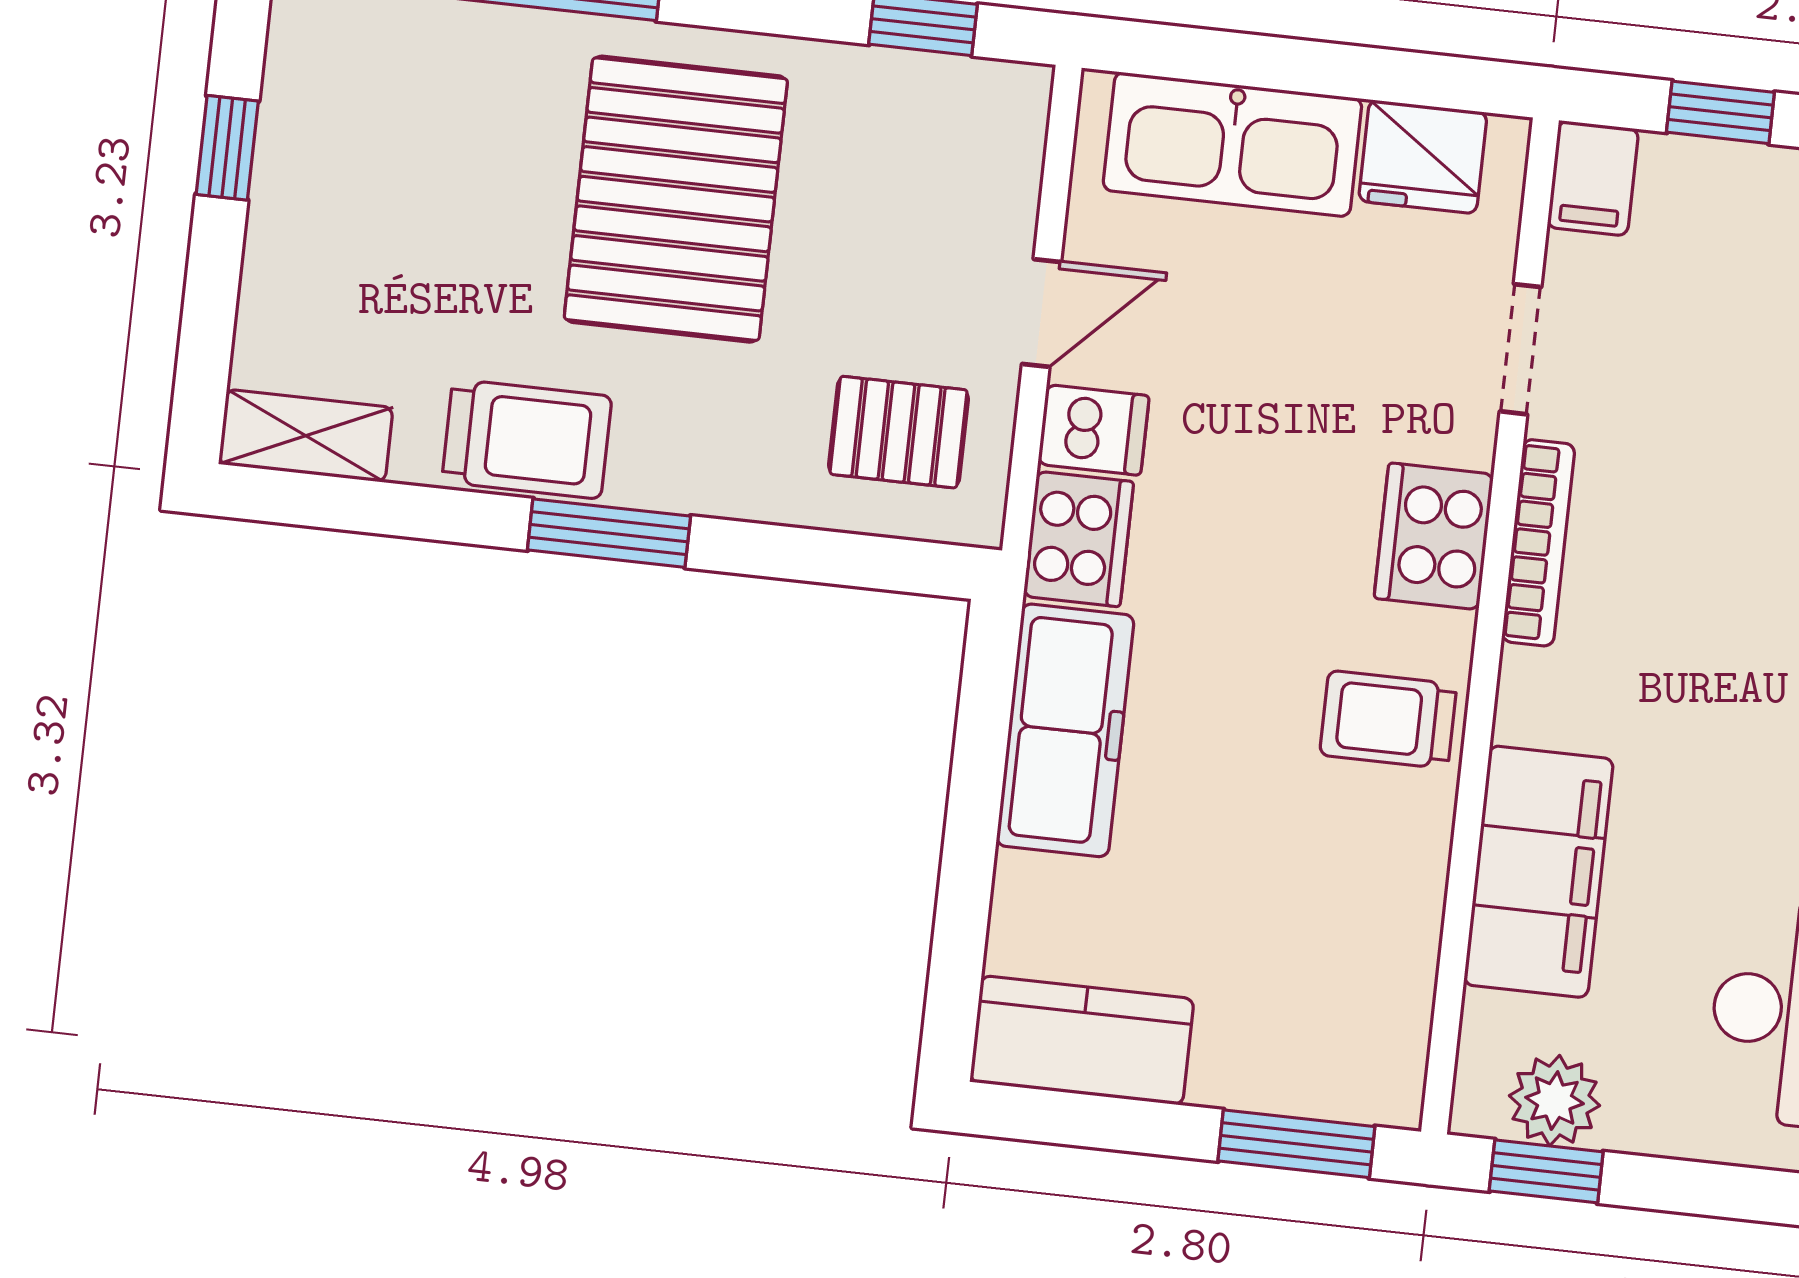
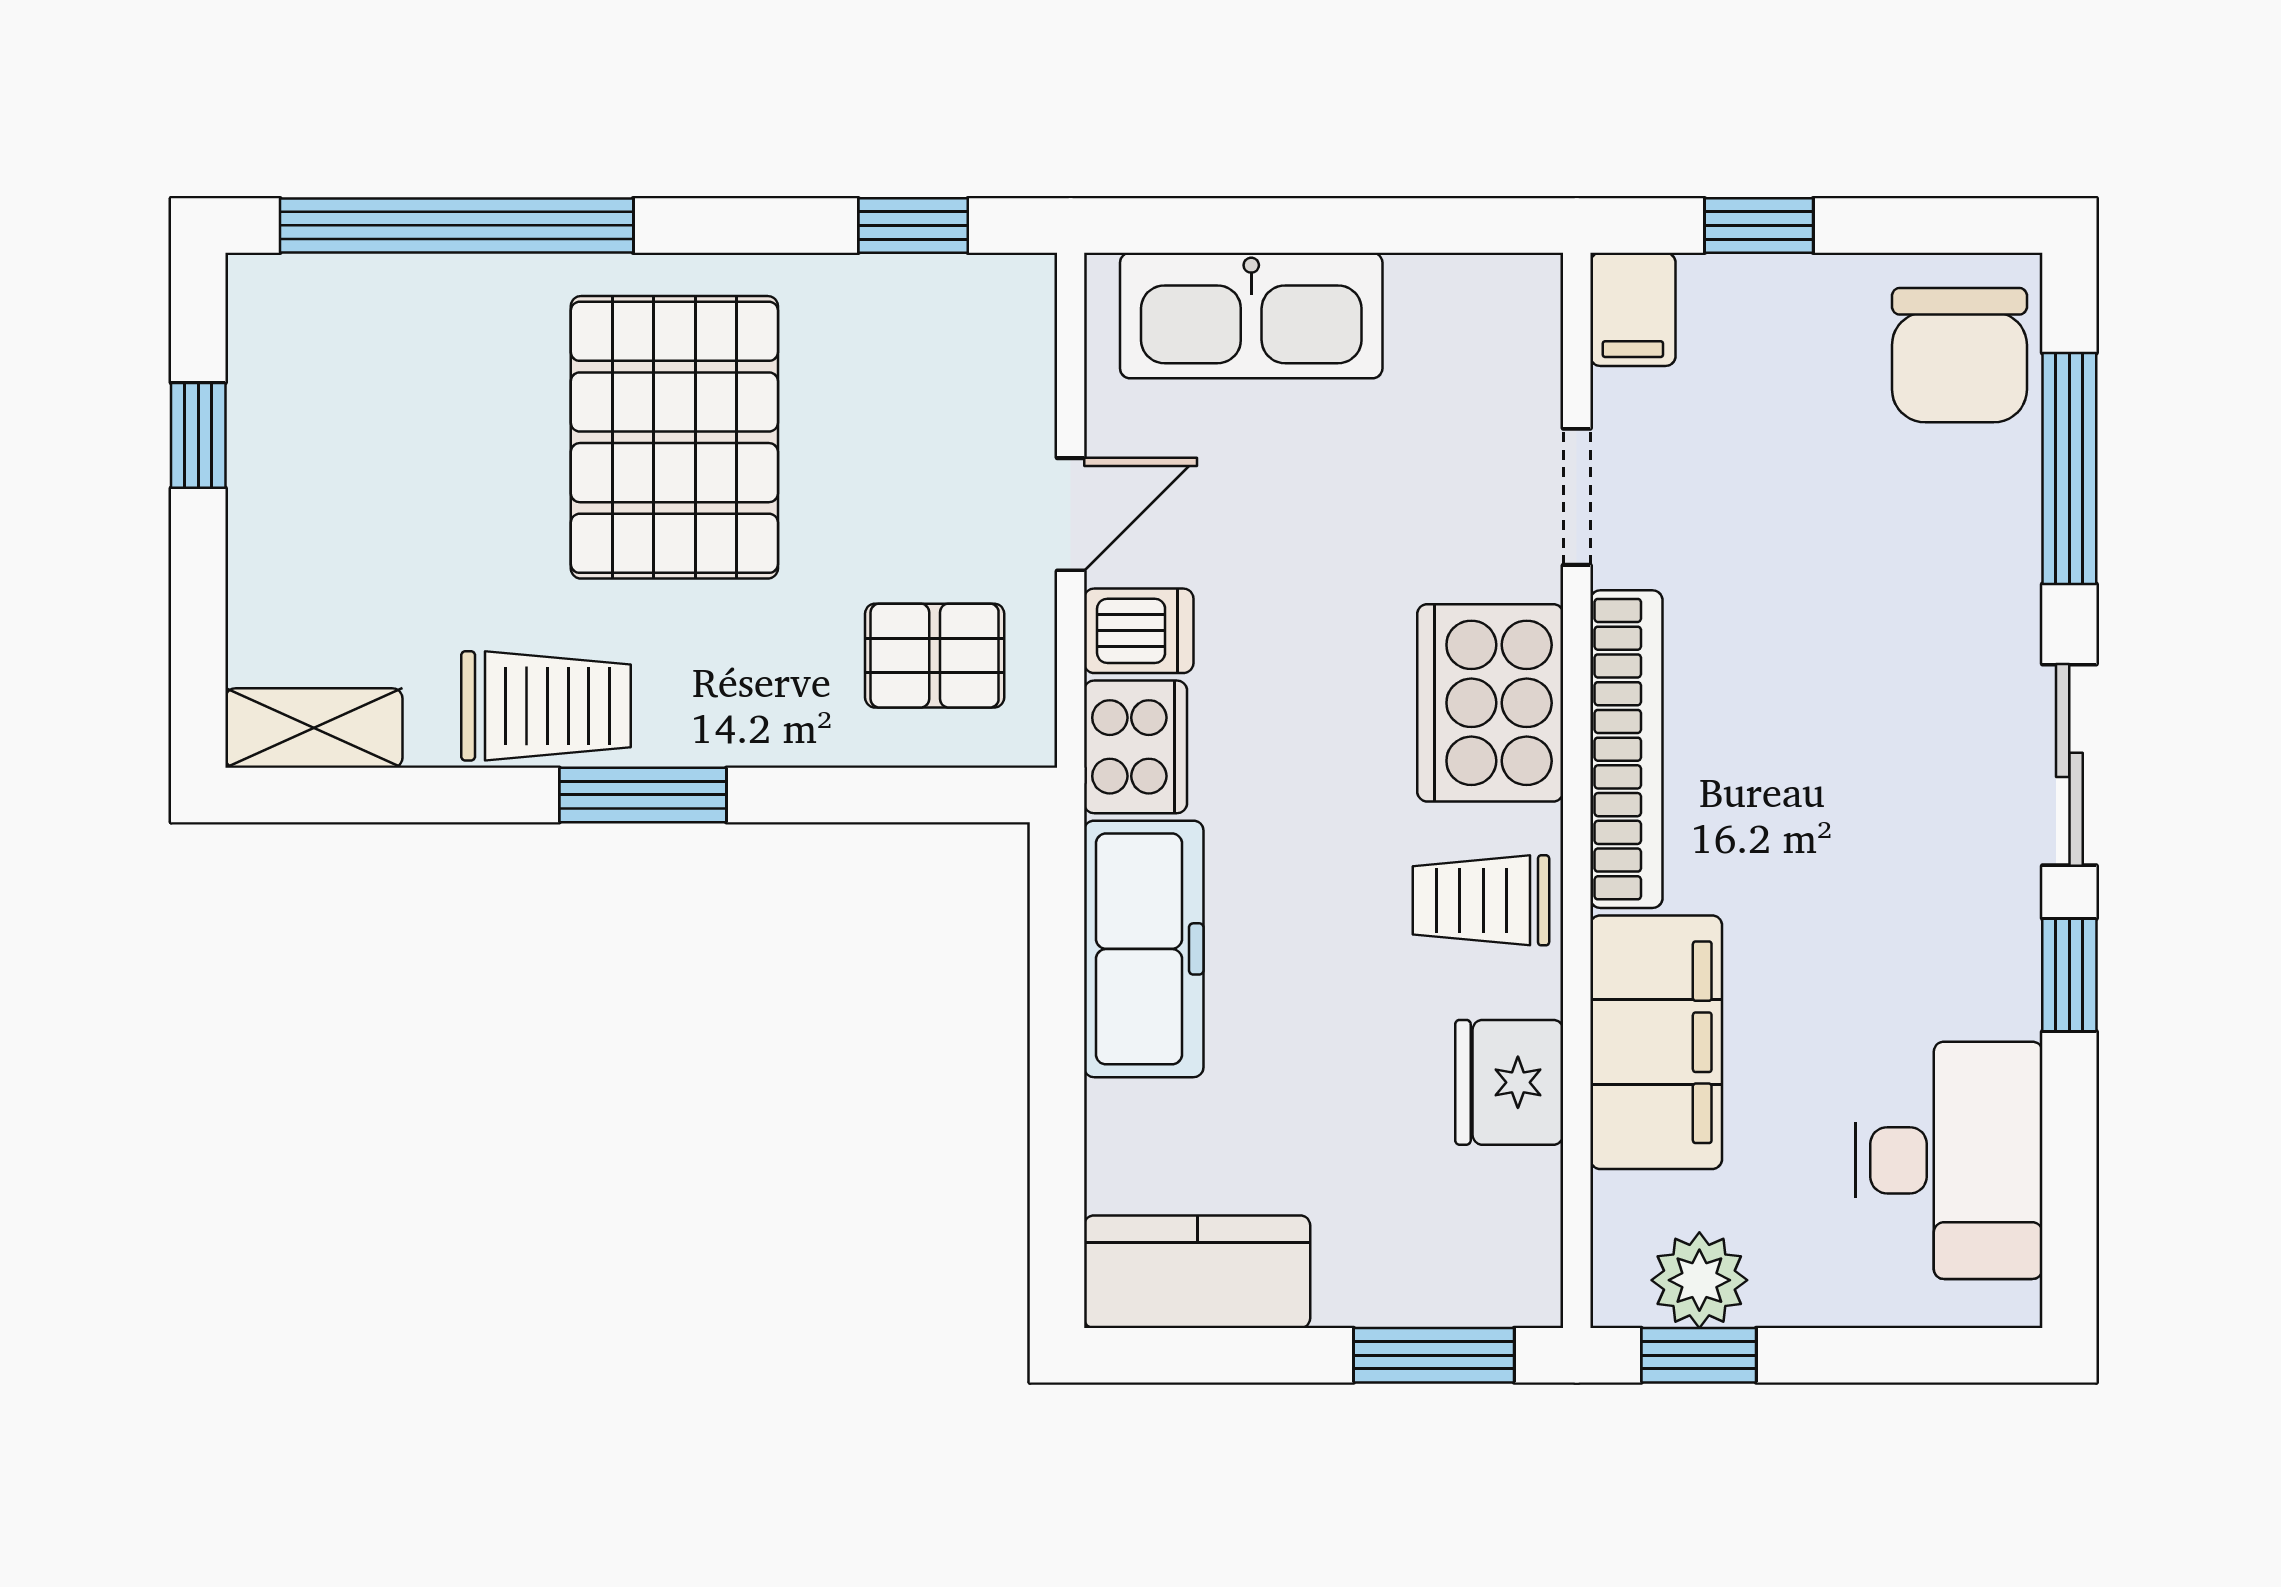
fridge: (1423, 157) -> (1509, 1082), moved, turned 90
cooker: (1434, 536) -> (1490, 703), width x1.37, depth x1.31
bookcase: (1538, 543) -> (1626, 749), width x1.48, depth x1.31

